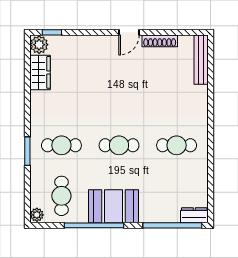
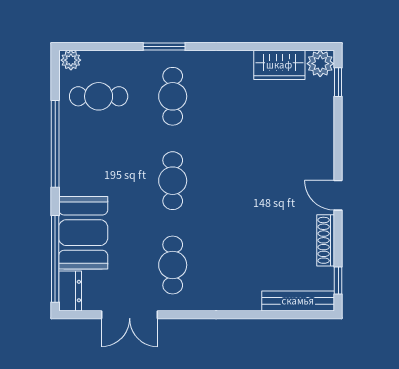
window: (187, 32) -> (338, 280), added
double door: (211, 175) -> (130, 315), added
booth: (113, 206) -> (83, 233), moved

